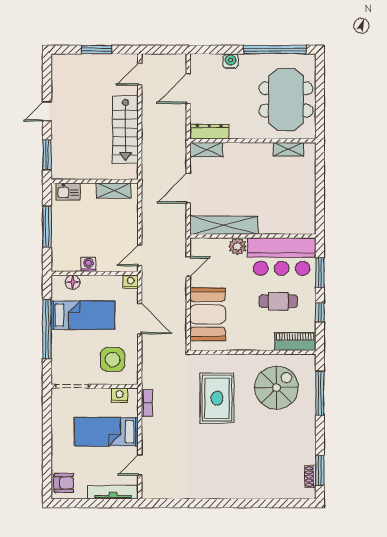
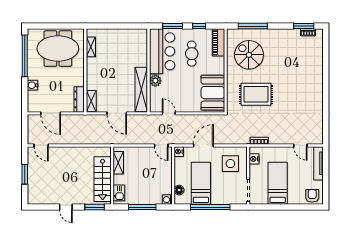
stairs: (125, 129) -> (103, 179), moved, turned 90
washing machine: (88, 264) -> (167, 200), moved
booth: (208, 314) -> (213, 93), moved, turned 90
bed: (106, 432) -> (278, 183), moved, turned 180

